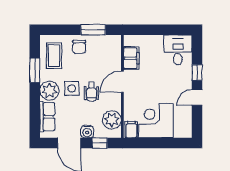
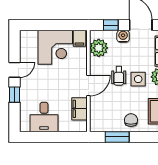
desk: (178, 50) -> (44, 117), moved
wheelchair: (91, 91) -> (119, 76), turned 180

